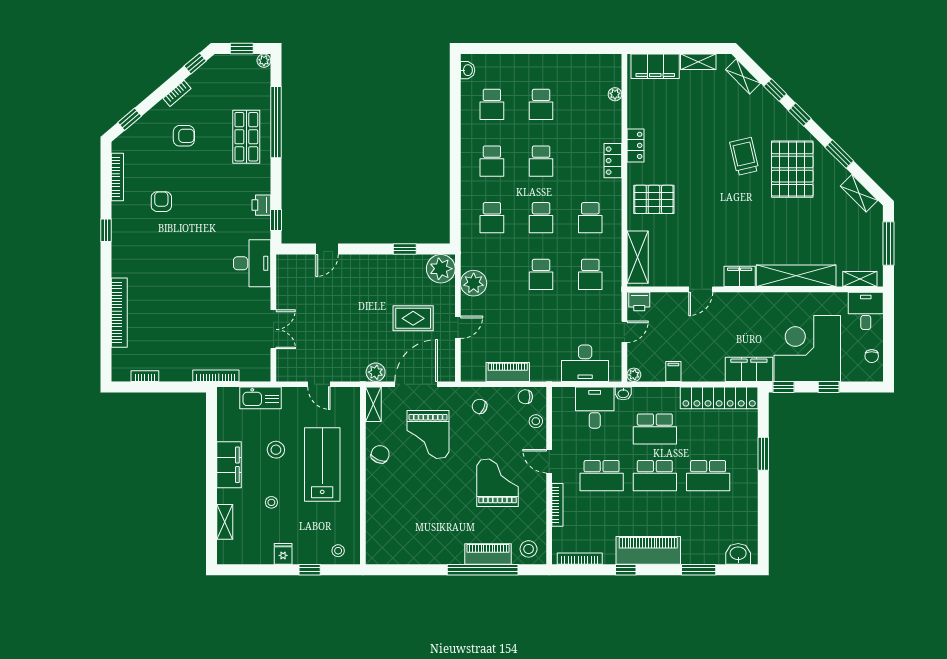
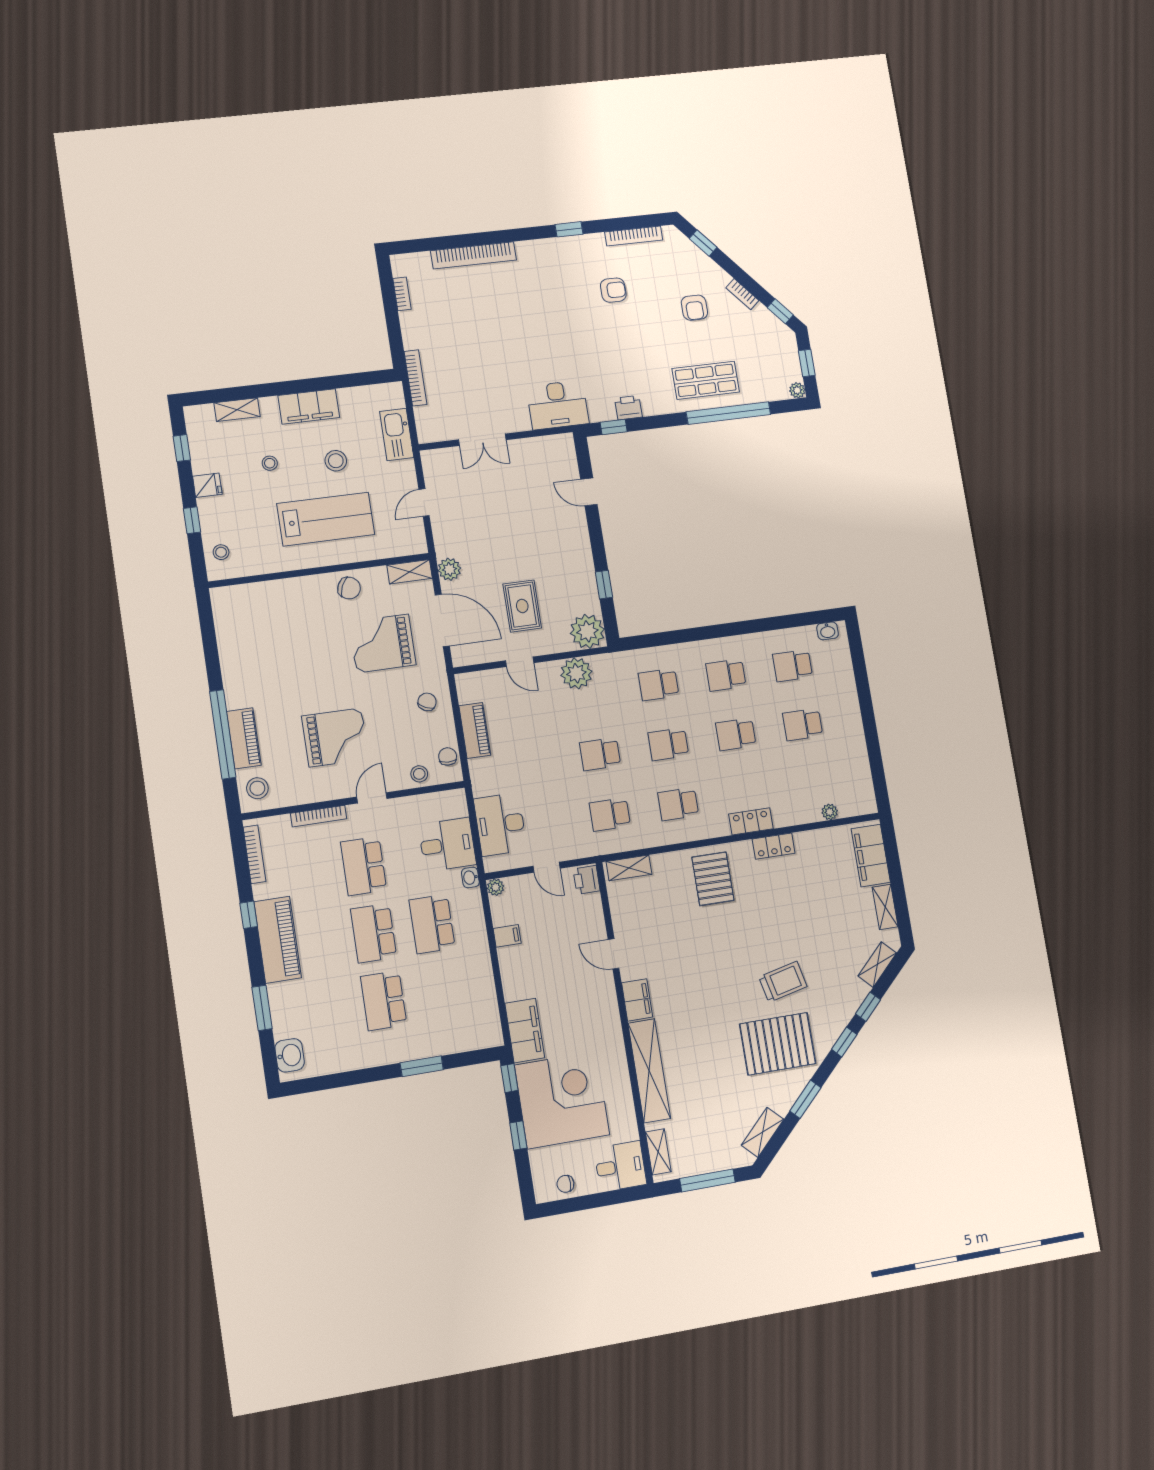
shelving: (638, 257) -> (629, 868), width x0.67, depth x0.75
locker: (719, 398) -> (483, 999), removed
window: (251, 570) -> (182, 448), added

